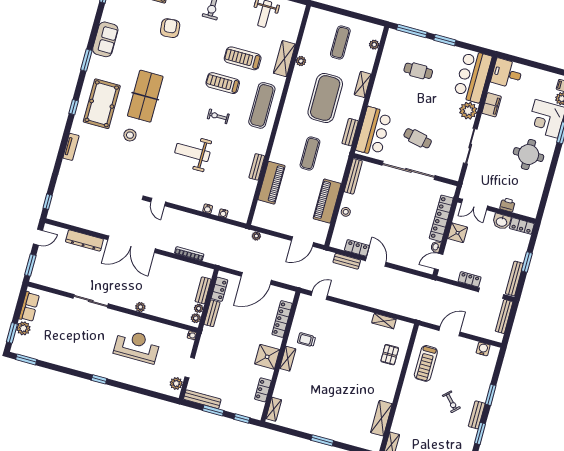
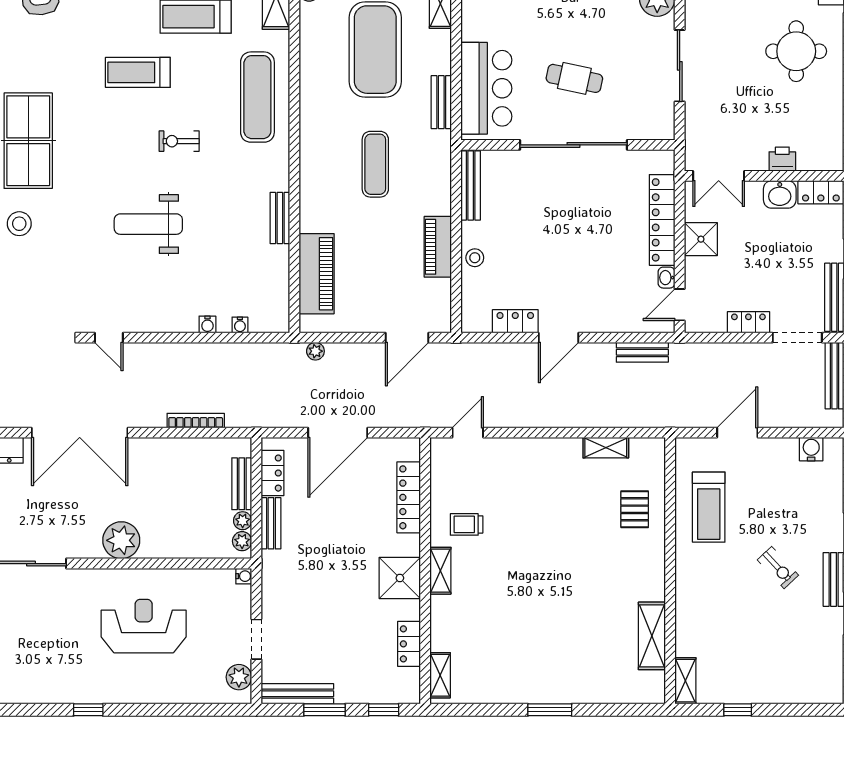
treadmill: (223, 83) -> (138, 72), moved
piano: (272, 183) -> (317, 274), moved
piano: (327, 201) -> (438, 247), width x0.73, depth x0.75
bench: (347, 261) -> (642, 352), moved
door: (376, 262) -> (558, 338), swing flipped
plant: (140, 307) -> (121, 540), width x1.88, depth x1.88

